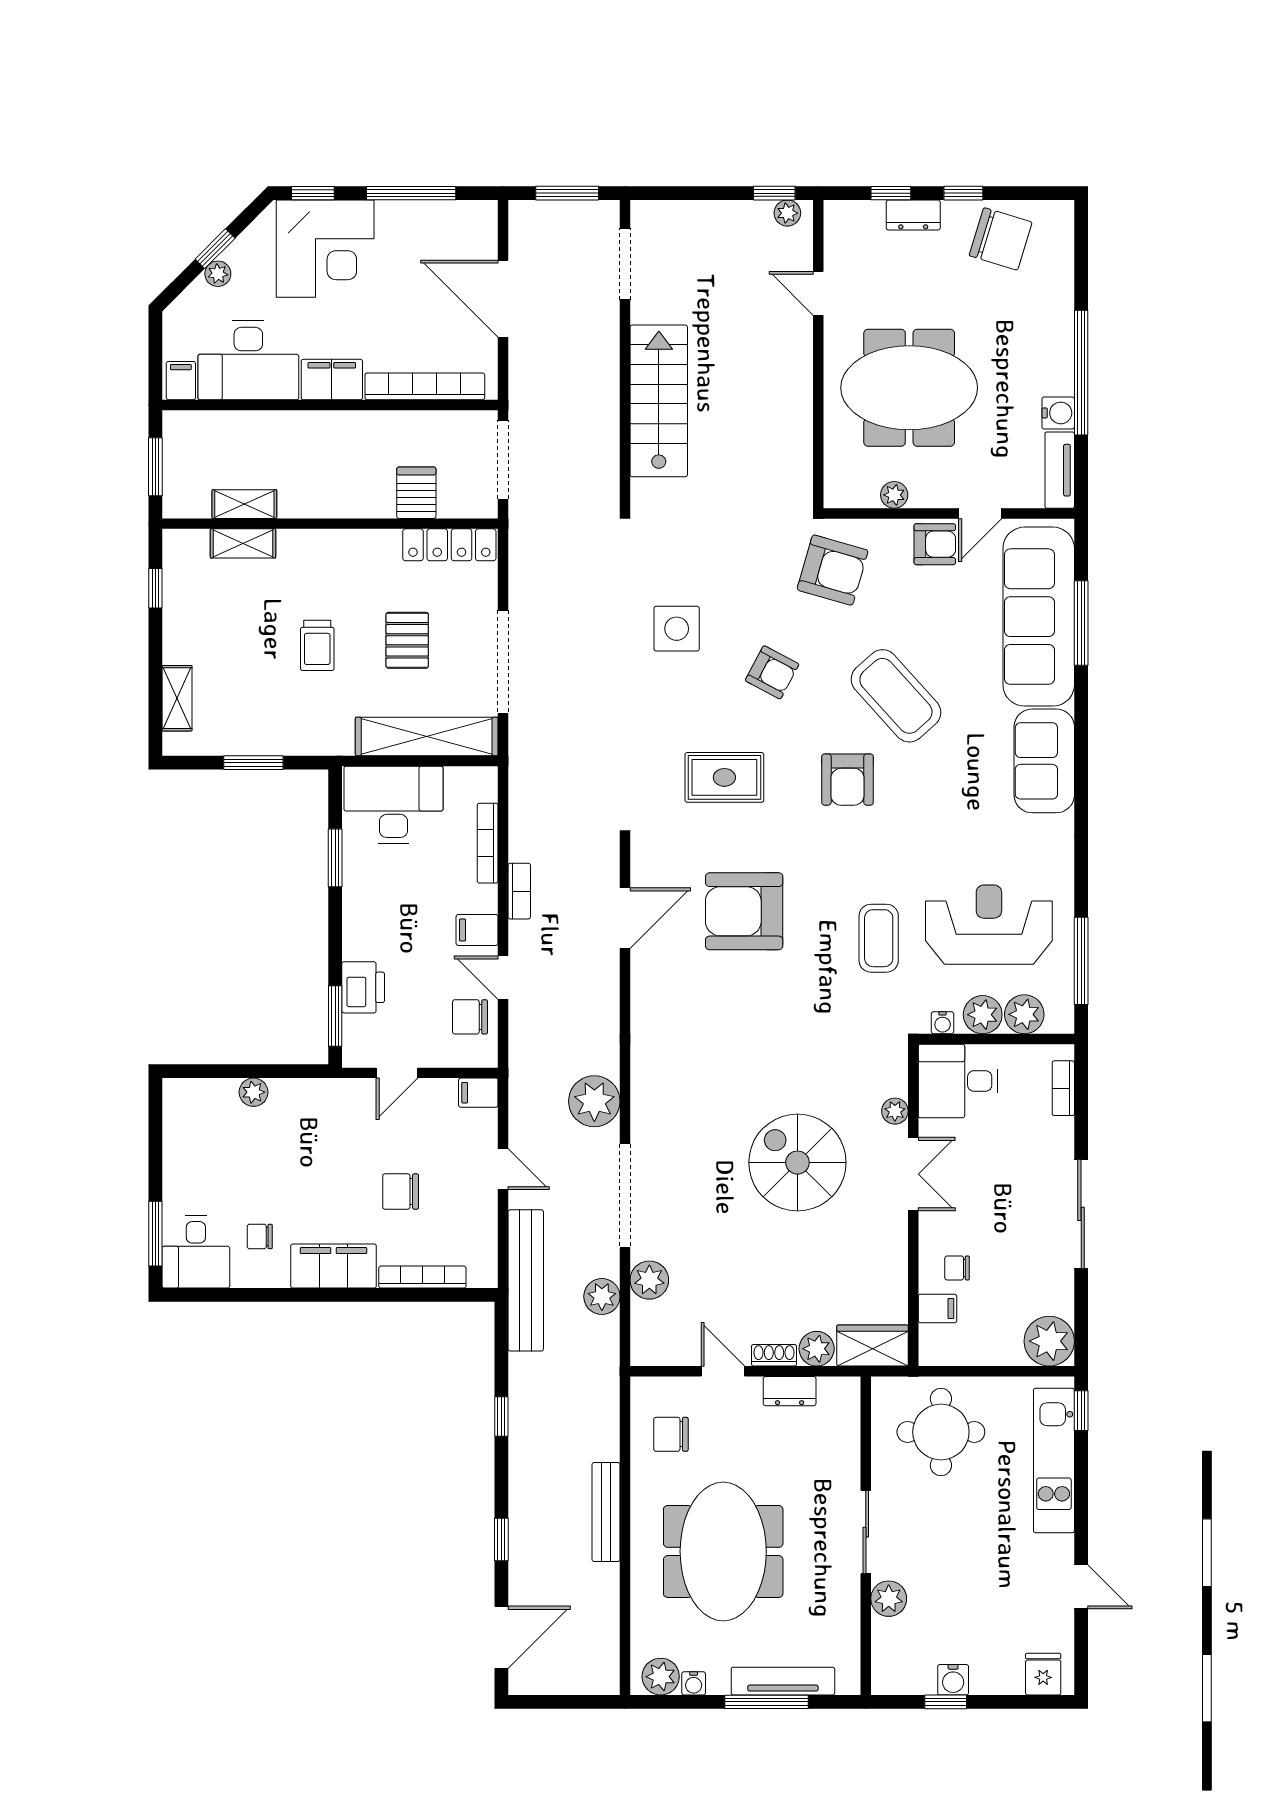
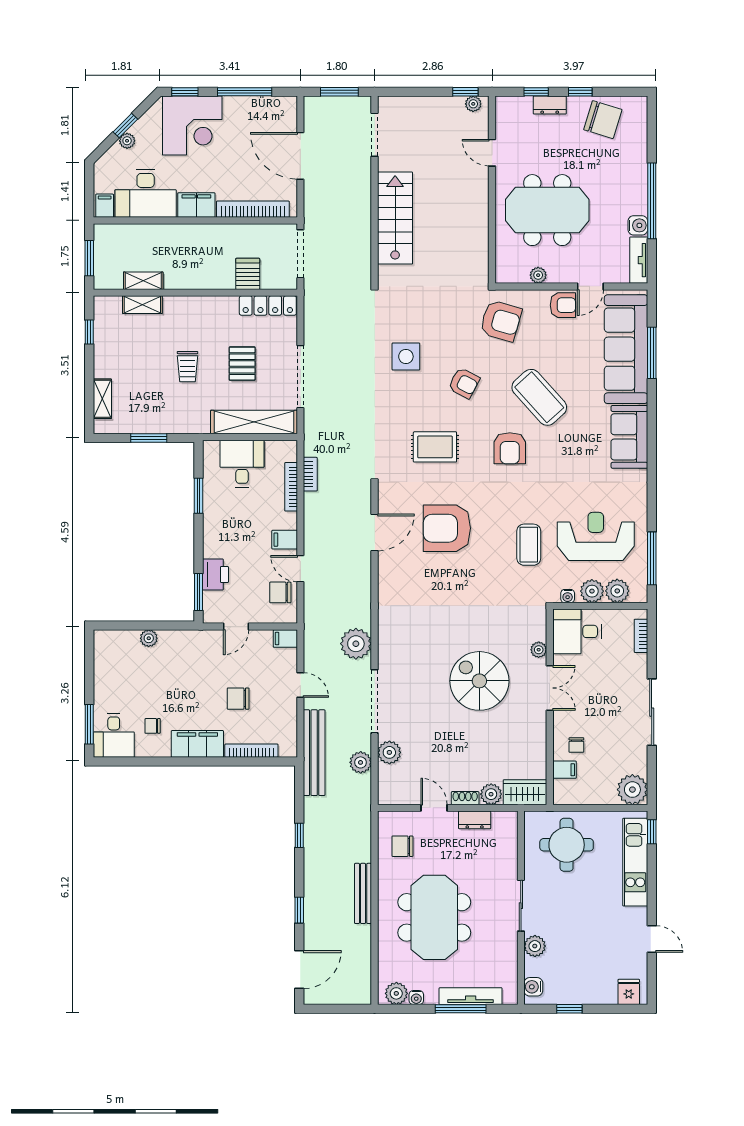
desk: (393, 805) -> (242, 464), width x0.73
bookcase: (519, 891) -> (310, 474), moved
chair: (957, 1268) -> (576, 745), turned -90
water cooler: (953, 1680) -> (533, 987), moved, turned 90

